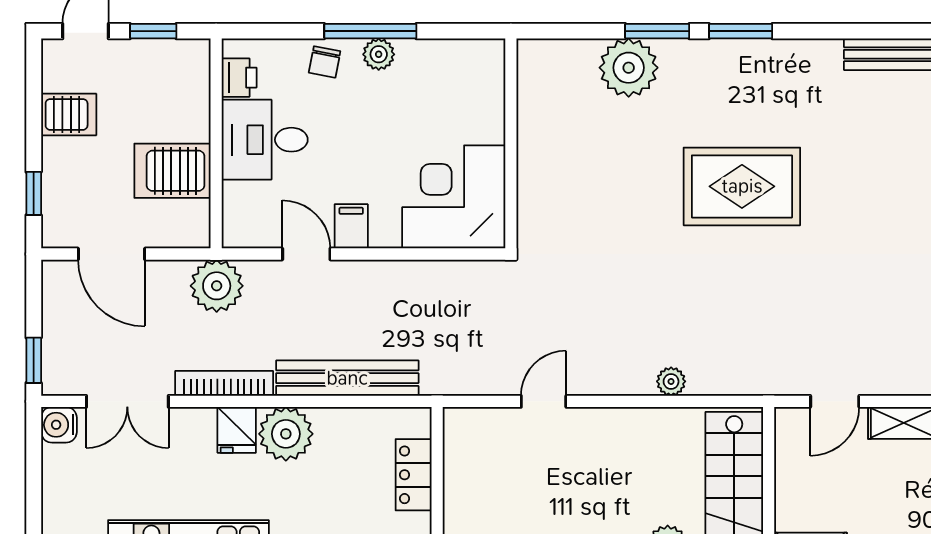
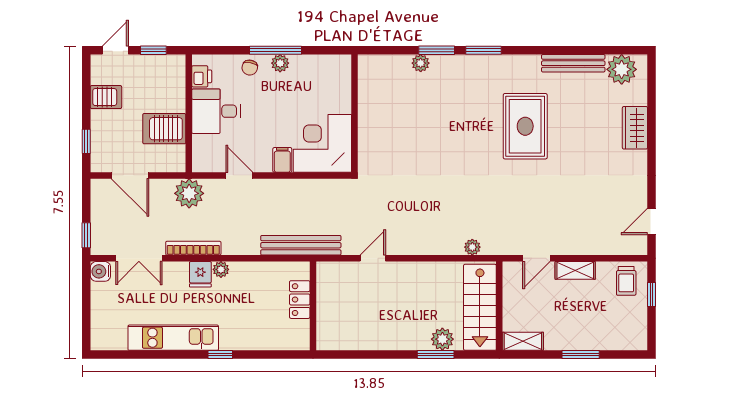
plant: (629, 68) -> (421, 63), width x0.53, depth x0.53
rug: (742, 186) -> (525, 126), moved, turned 90
filing cabinet: (351, 226) -> (282, 160), moved
bench: (347, 378) -> (301, 245), moved
plant: (671, 381) -> (472, 247), moved
plant: (286, 434) -> (221, 269), width x0.53, depth x0.53

